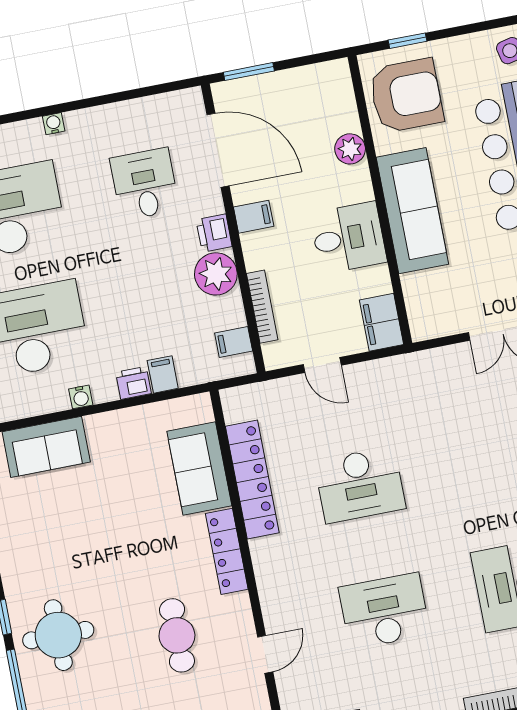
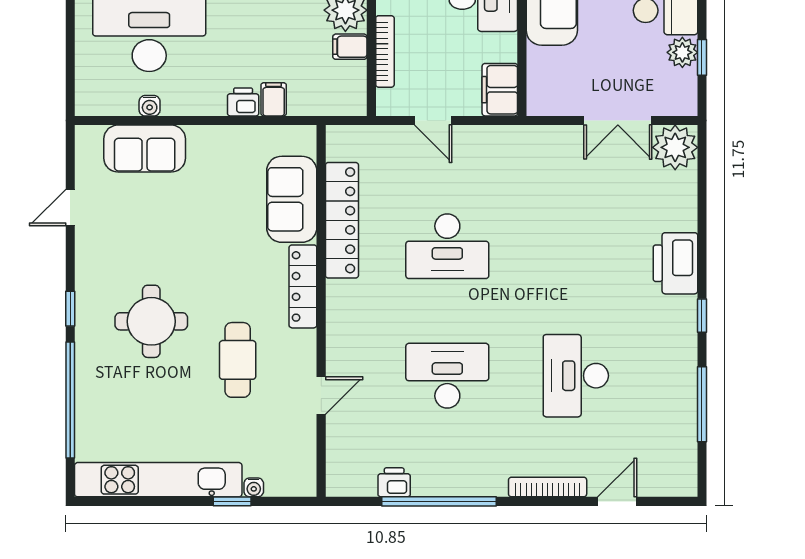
filing cabinet: (234, 342) -> (350, 47), moved
water cooler: (81, 397) -> (150, 106), moved
round table: (58, 635) -> (151, 321), moved

